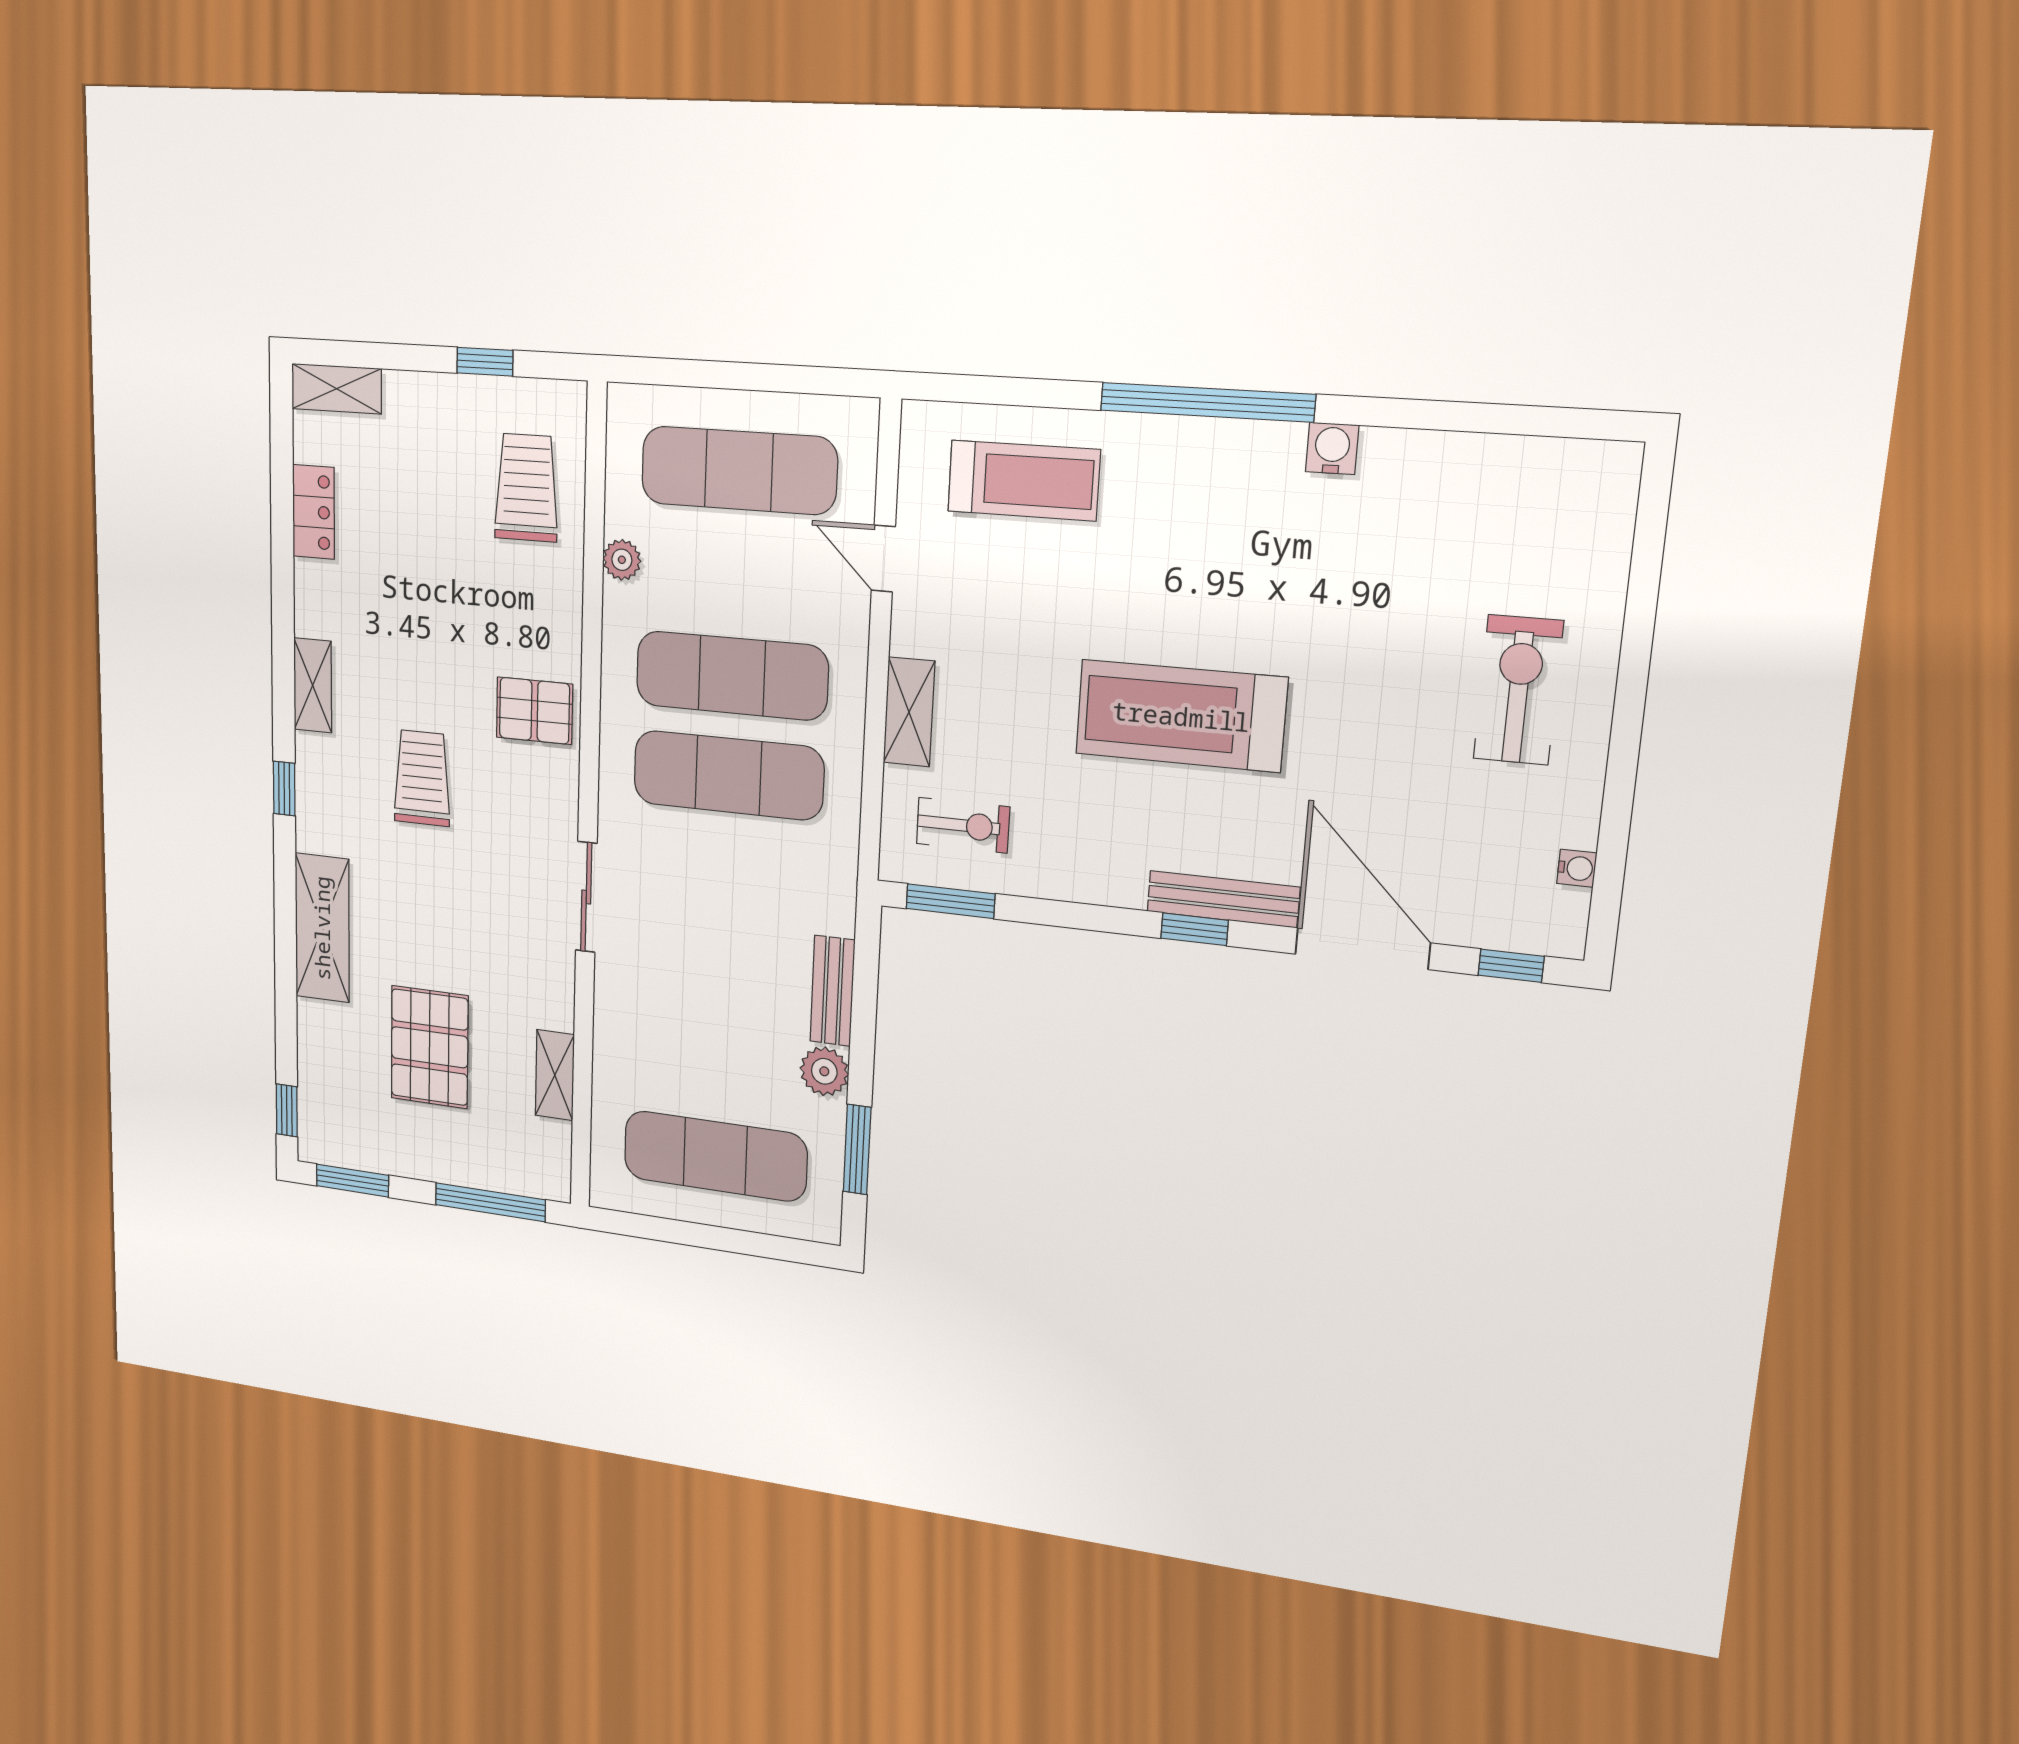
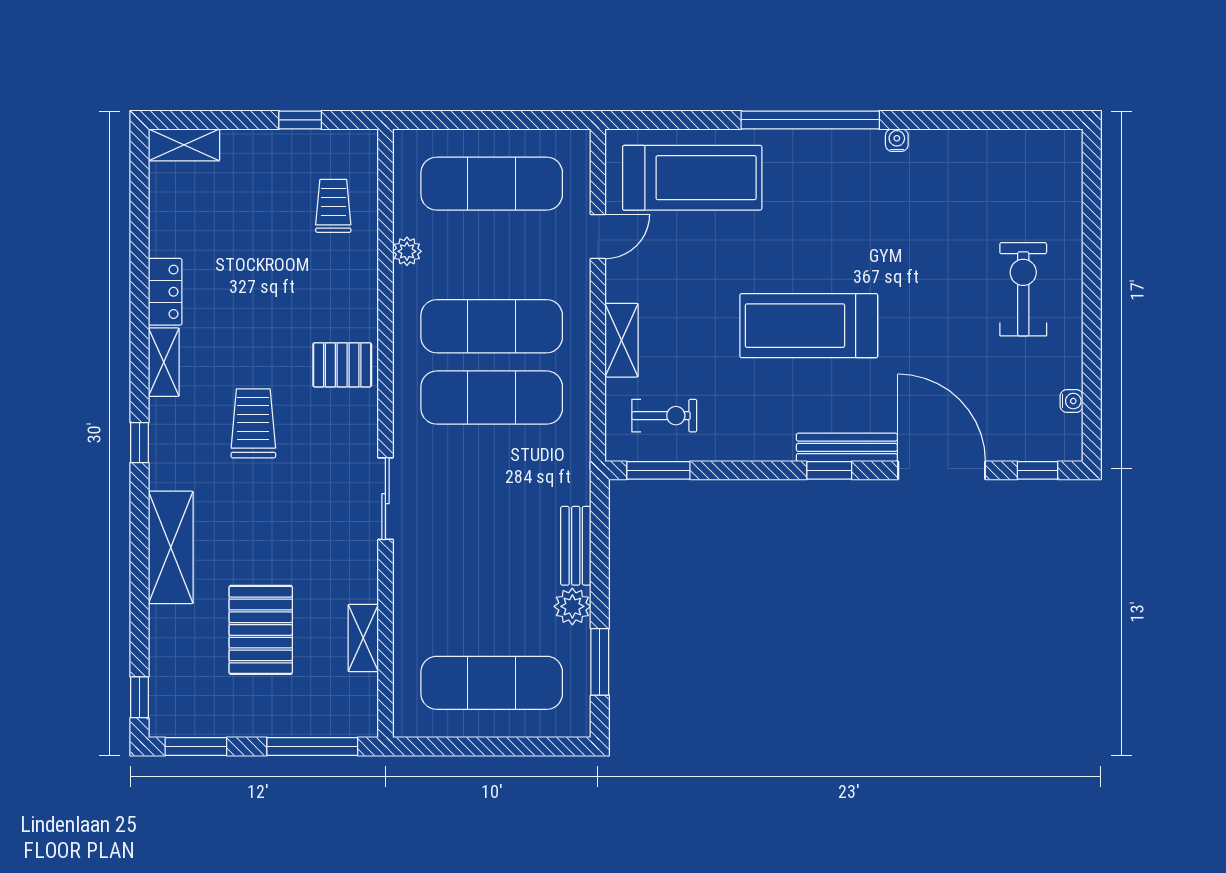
water cooler: (1332, 448) -> (897, 140), width x0.72, depth x0.72
treadmill: (1024, 481) -> (692, 178), width x1.37, depth x1.38
trolley: (526, 488) -> (333, 206), width x0.73, depth x0.72
locker: (314, 512) -> (165, 292), moved
door: (883, 559) -> (598, 236), swing flipped

